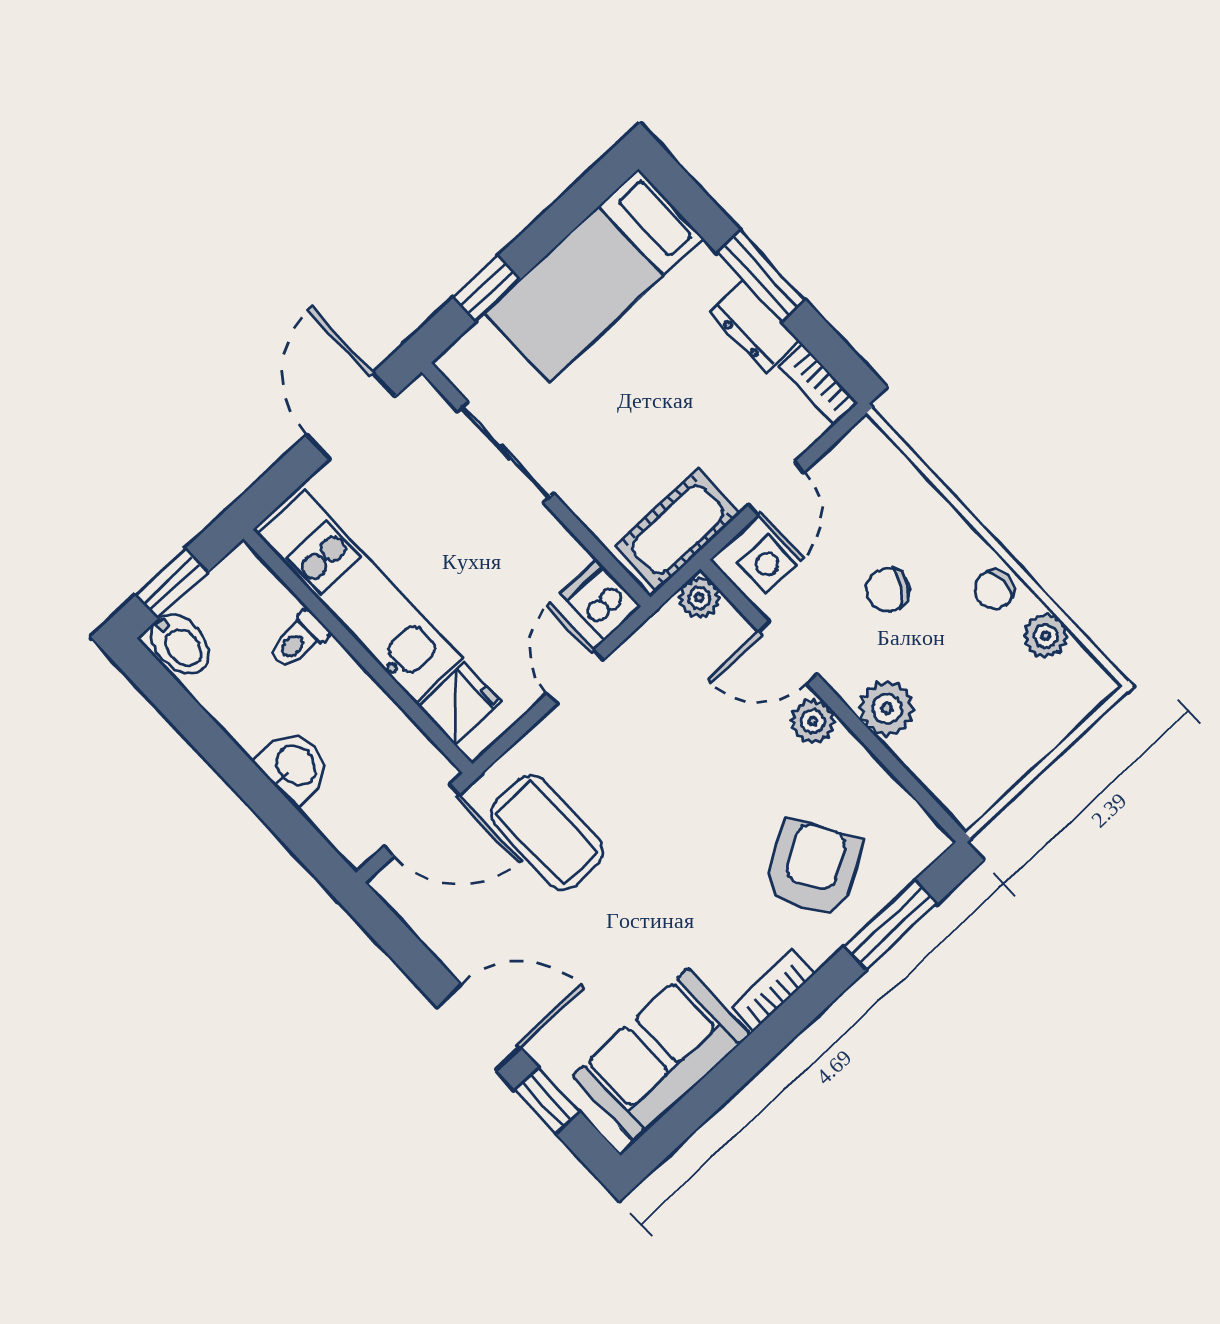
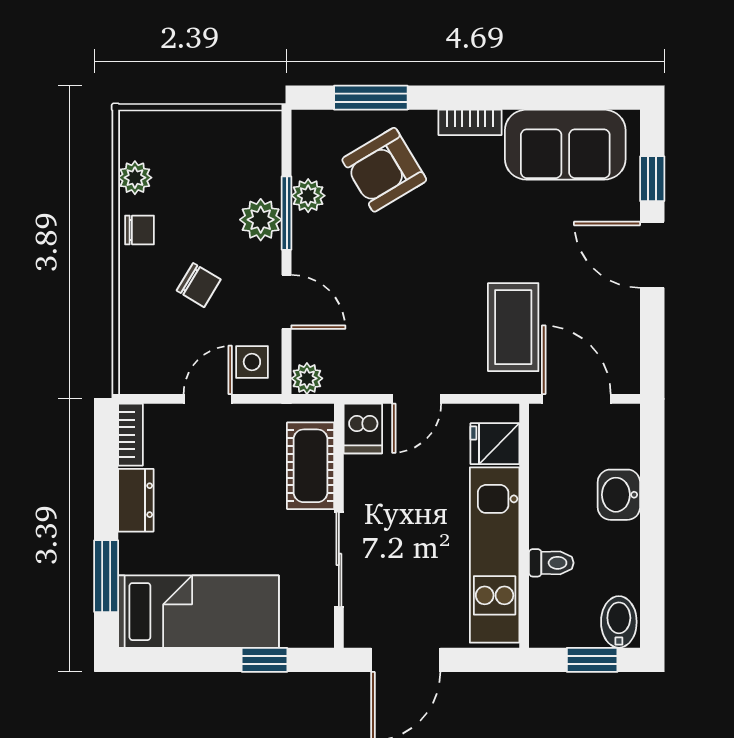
window: (761, 276) -> (106, 576), moved
cot: (678, 530) -> (310, 466), moved, turned 90
plant: (813, 721) -> (308, 196), moved
window: (868, 738) -> (287, 213), added

